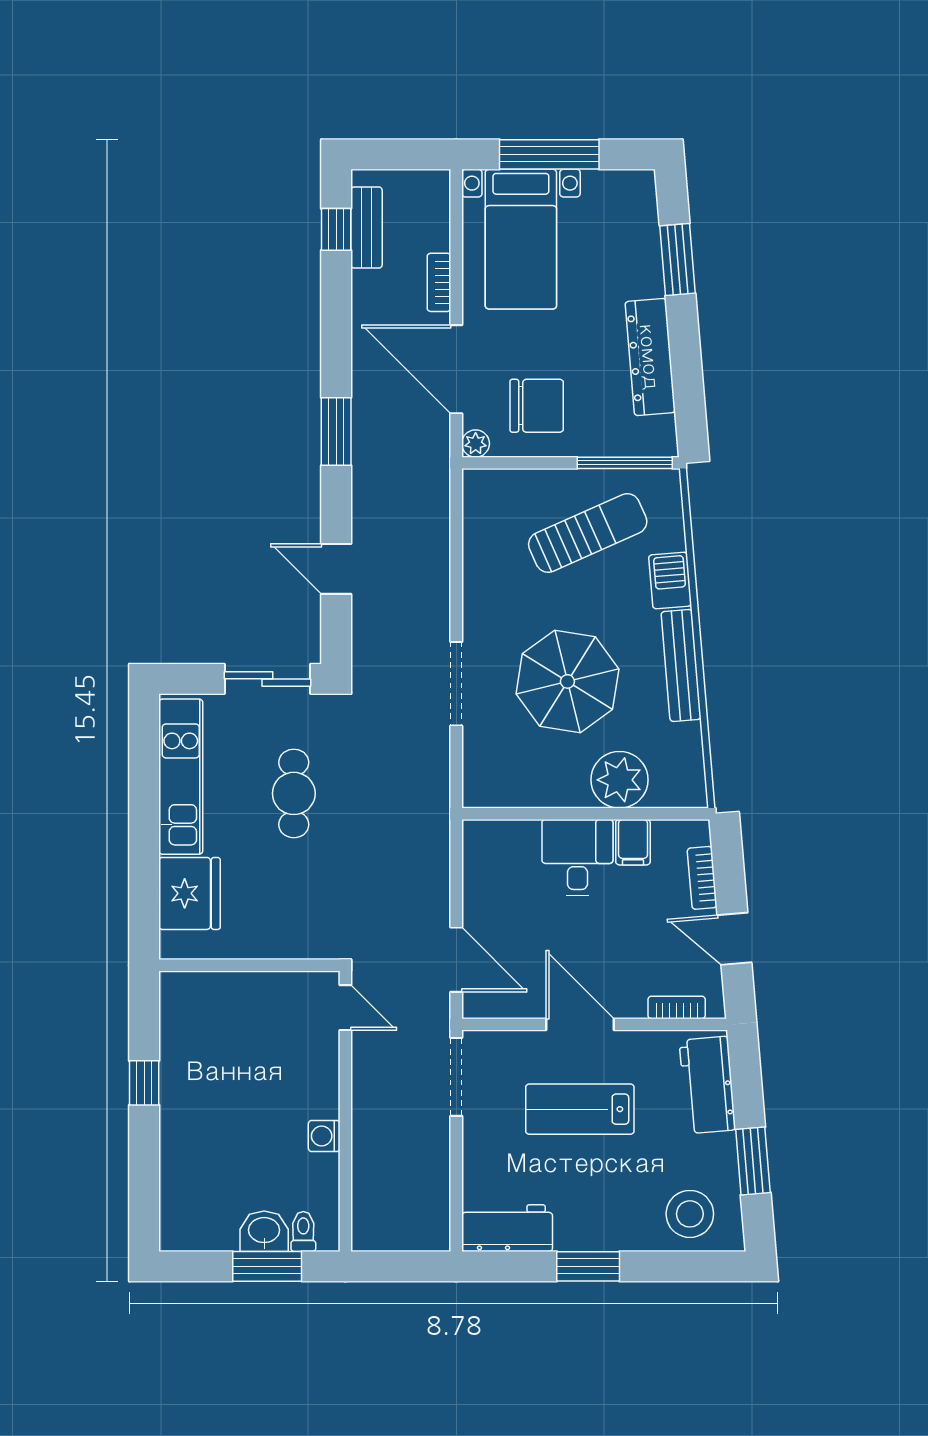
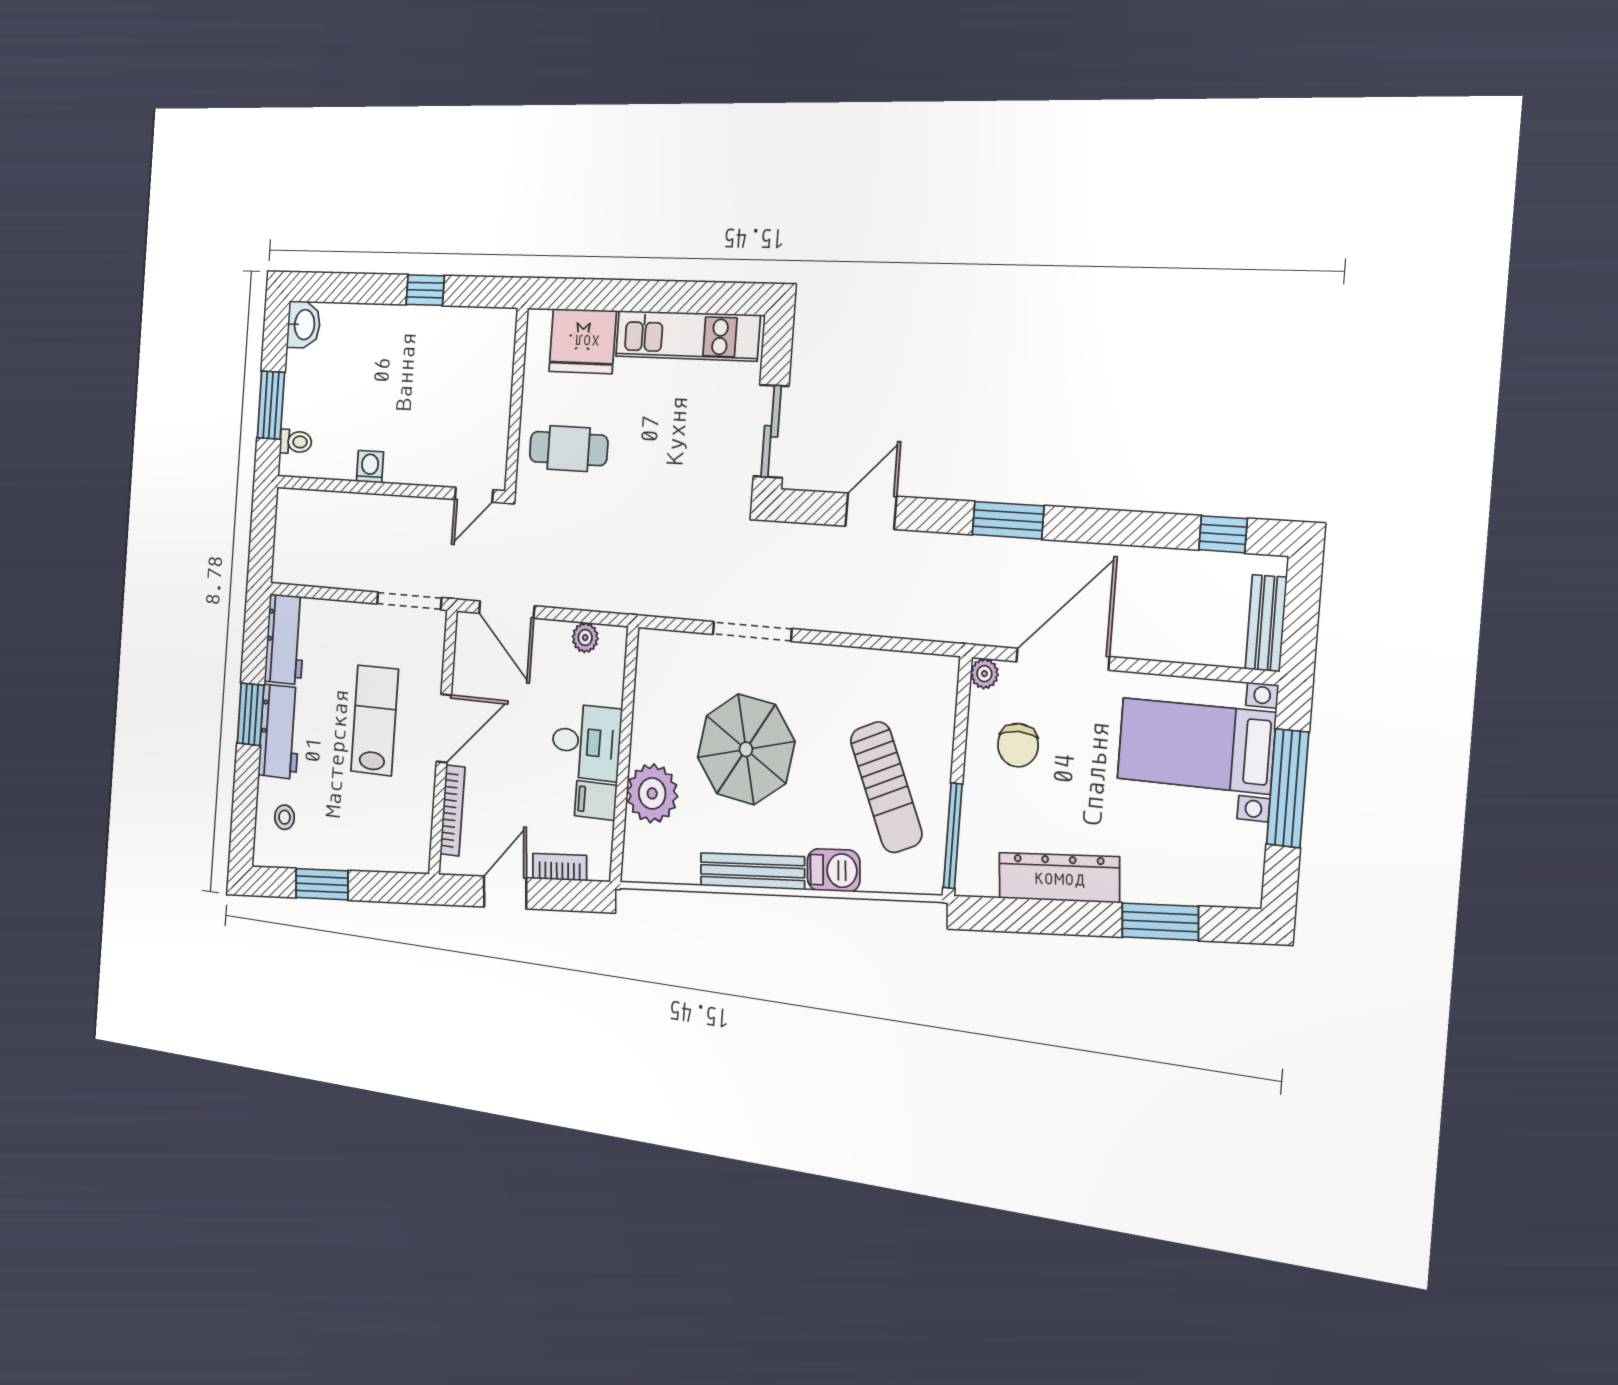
bench: (366, 228) -> (1266, 623), moved, turned 90
bookcase: (439, 282) -> (1156, 648), removed
chair: (537, 406) -> (1018, 745), width x0.73, depth x0.73
cafe table: (294, 793) -> (569, 449), moved
plant: (477, 867) -> (585, 638), added
door: (456, 960) -> (507, 610), hinge flipped
bookcase: (677, 1007) -> (452, 810), width x1.56
workbench: (707, 1085) -> (280, 732), moved, turned 95
stool: (690, 1214) -> (284, 817), width x0.53, depth x0.53
washbasin: (264, 1231) -> (304, 325), moved

